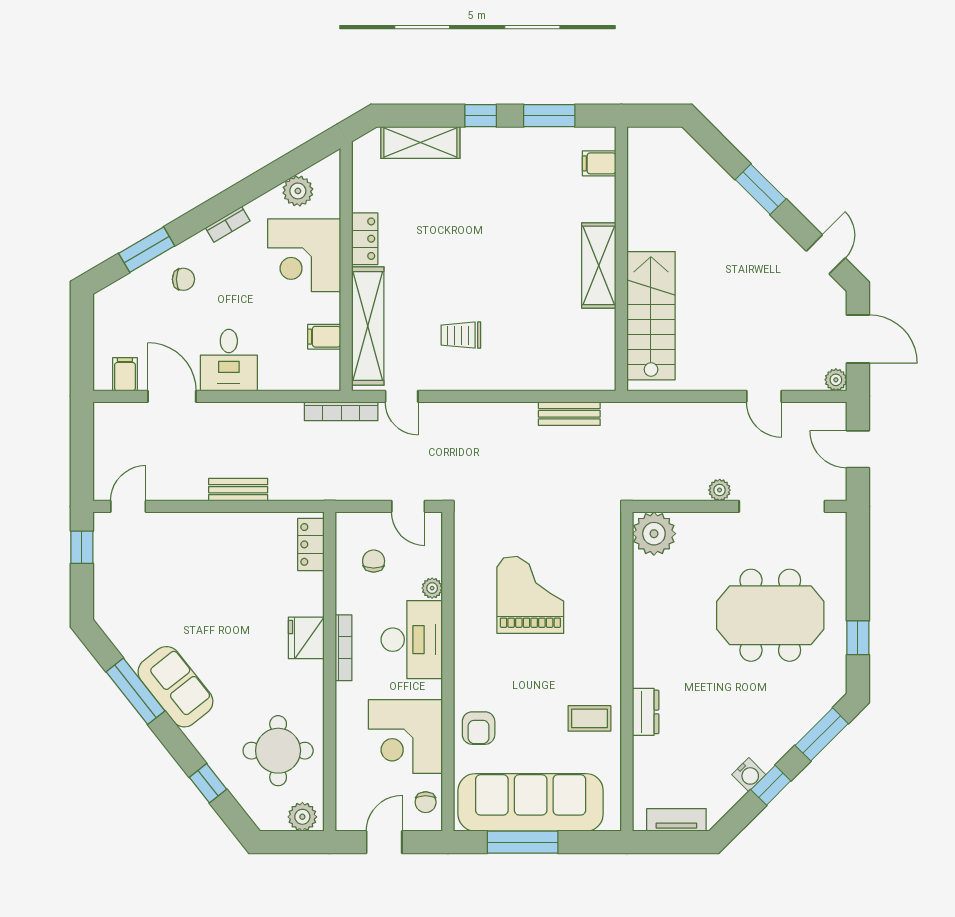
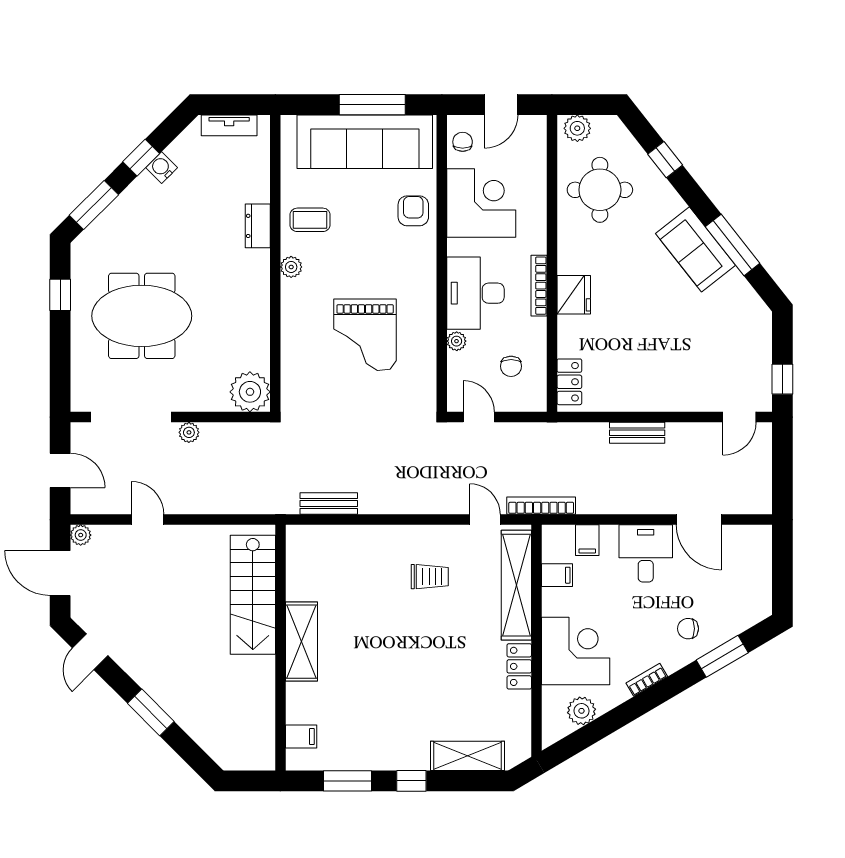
filing cabinet: (125, 374) -> (587, 540), moved
plant: (610, 668) -> (291, 267), added

